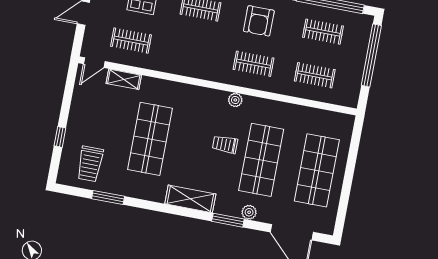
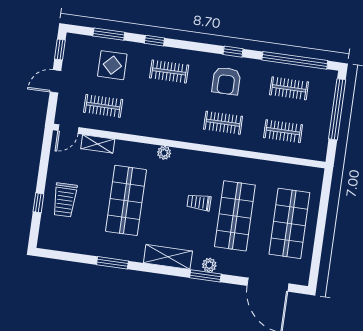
plant: (235, 100) -> (164, 153), moved
trolley: (90, 164) -> (65, 200), moved
window: (108, 197) -> (112, 263), moved
plant: (249, 212) -> (209, 265), moved

